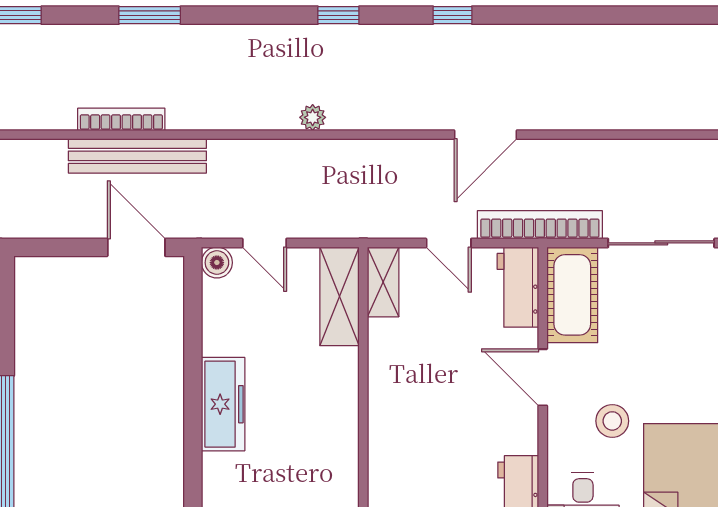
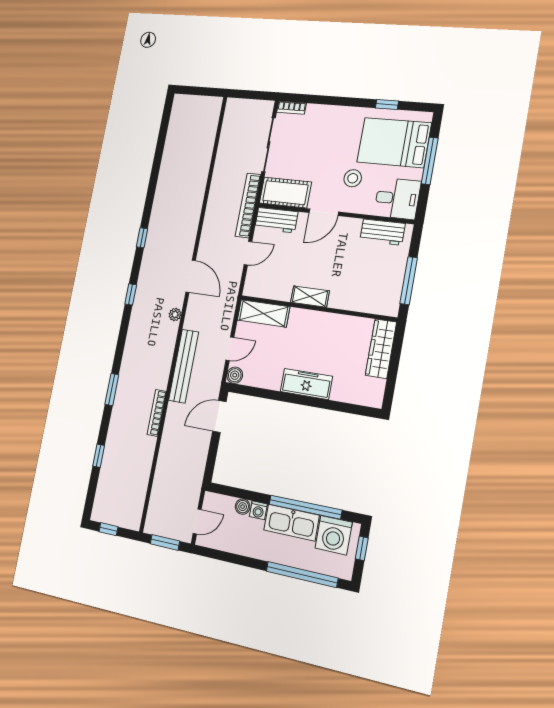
door: (485, 135) -> (191, 276), moved
bench: (137, 156) -> (184, 366), moved
shelving: (383, 282) -> (310, 296), moved

